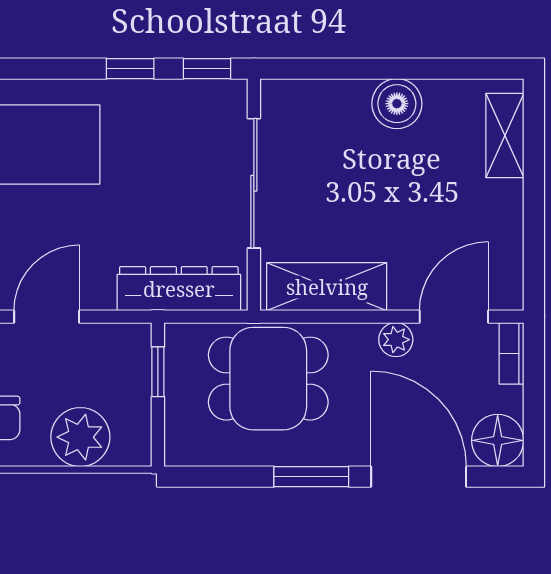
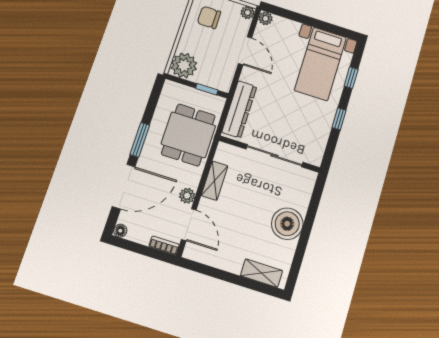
window: (207, 69) -> (351, 78), moved
boiler: (397, 104) -> (287, 224), width x1.37, depth x1.37
shelving: (327, 287) -> (215, 181), width x0.67, depth x0.75
plant: (80, 437) -> (184, 65), moved
floor lamp: (498, 440) -> (120, 231), width x0.53, depth x0.53

